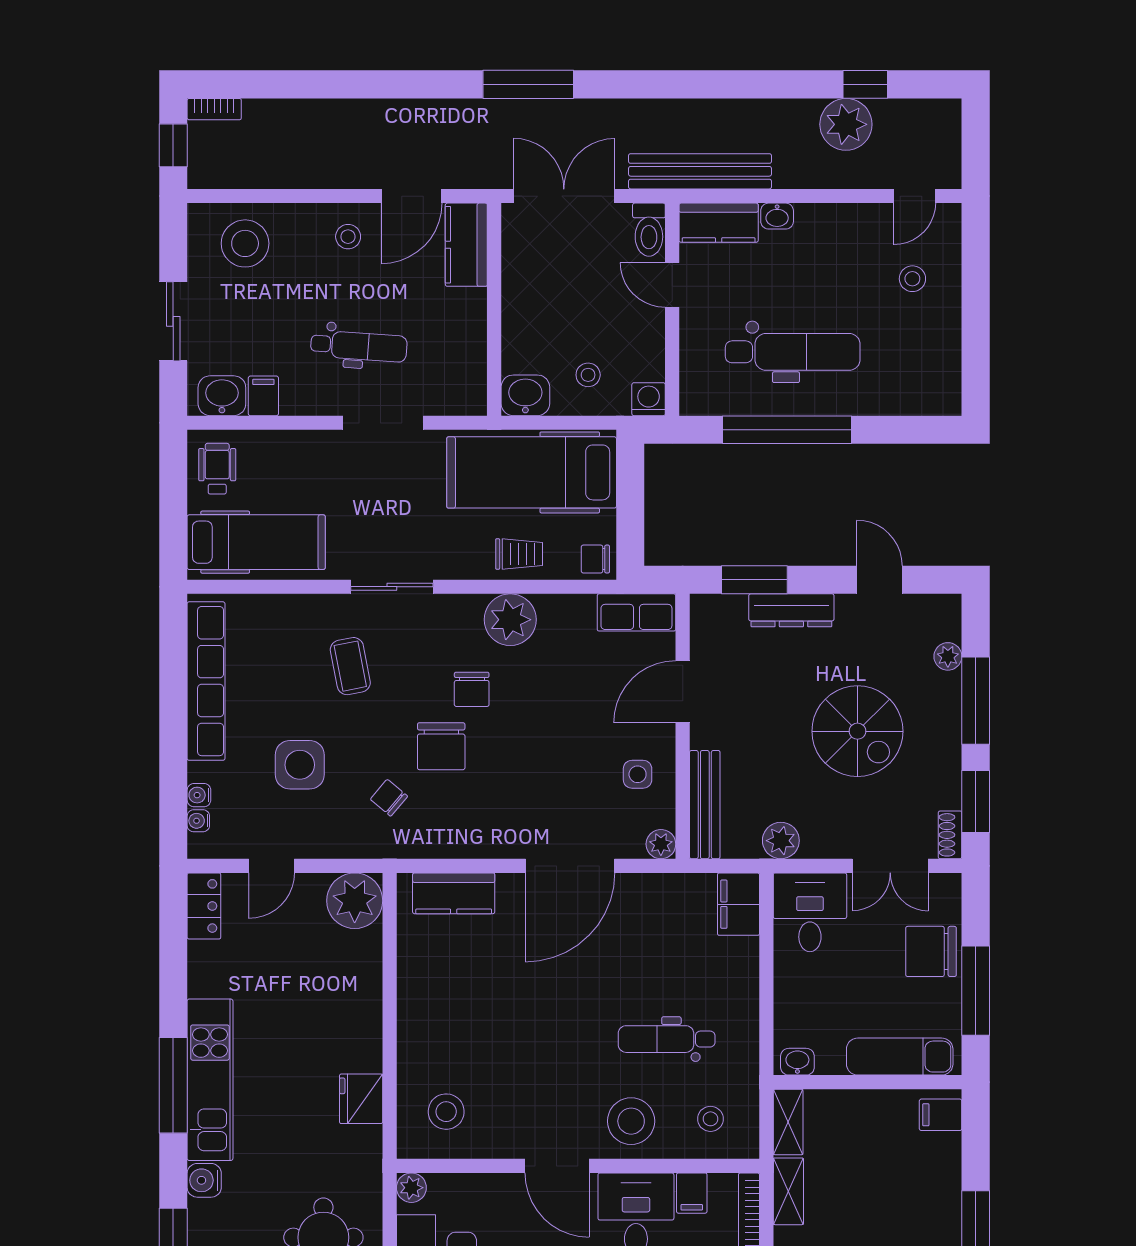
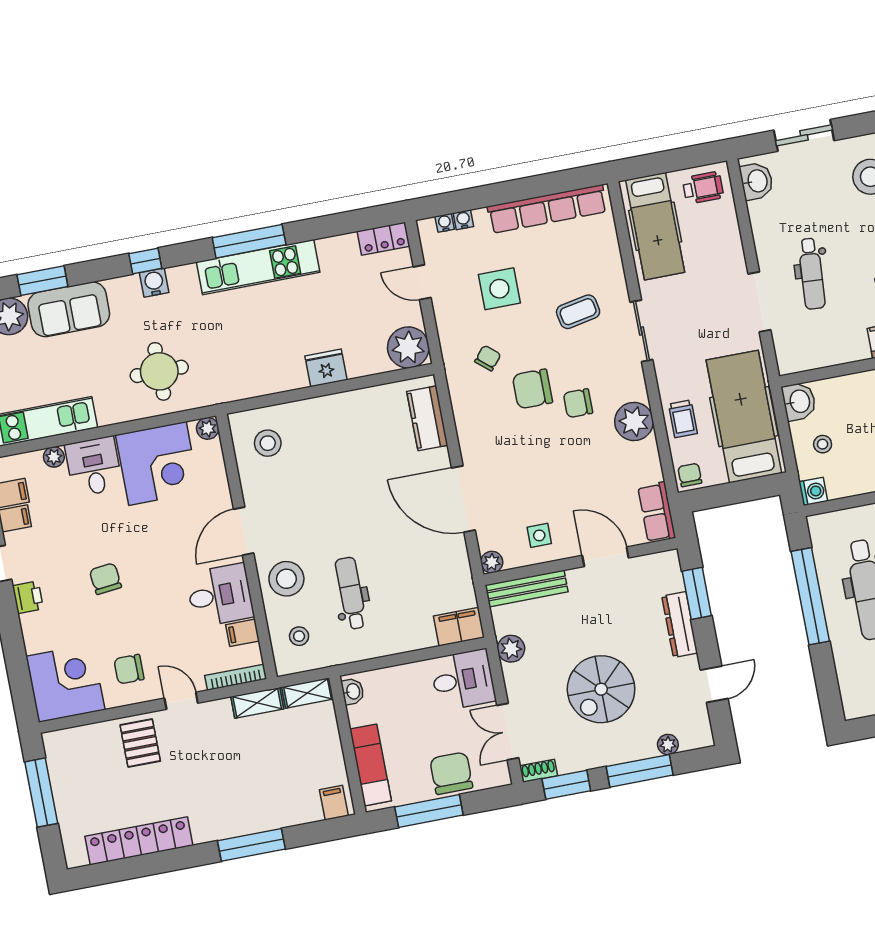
filing cabinet: (263, 396) -> (762, 211), removed
fridge: (361, 1099) -> (326, 368), moved
water cooler: (204, 1180) -> (154, 283), moved

